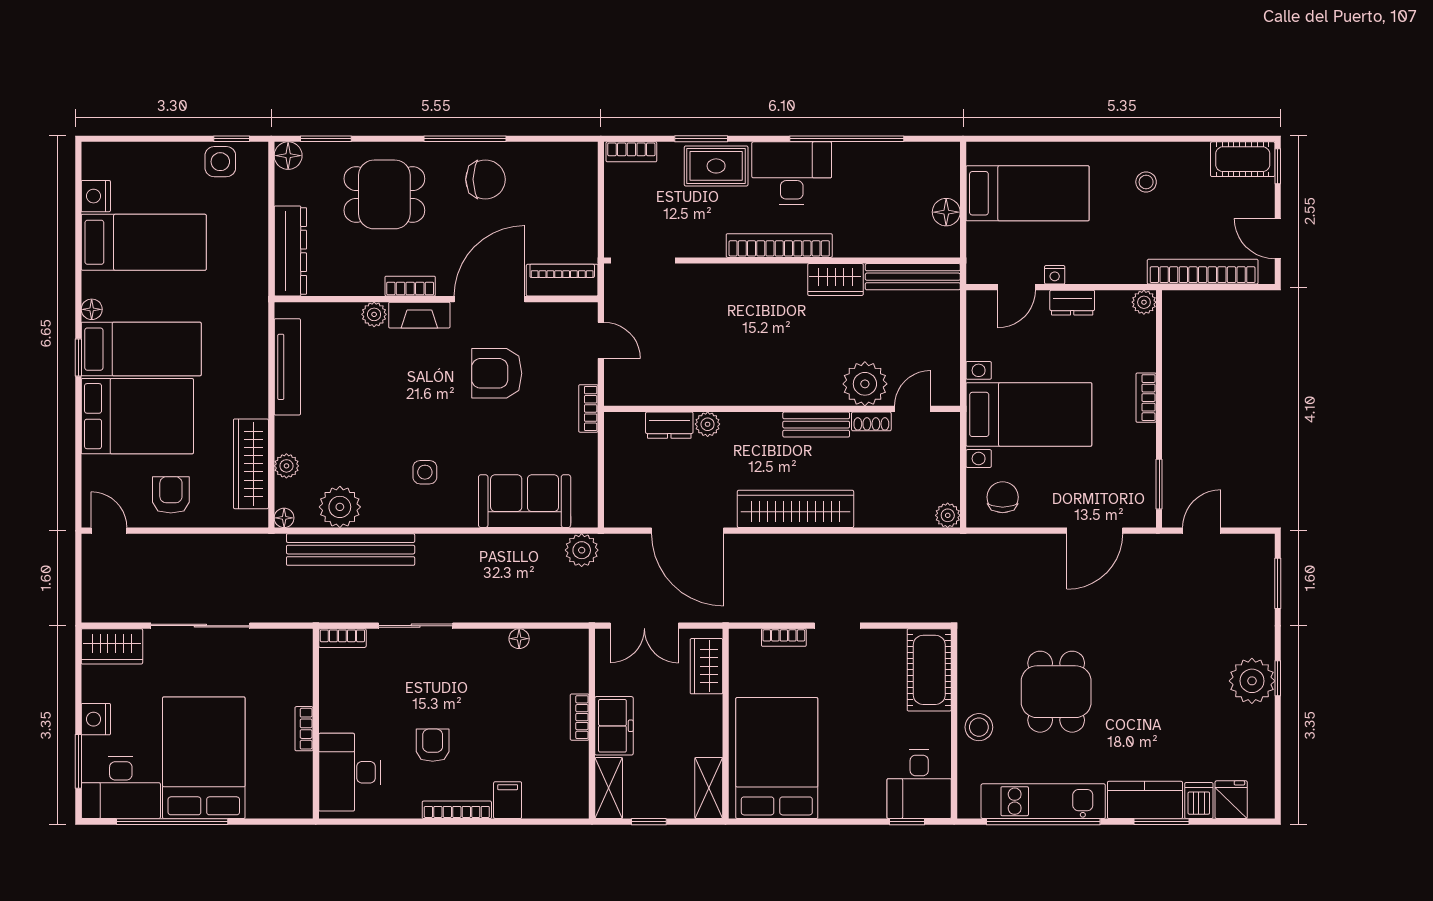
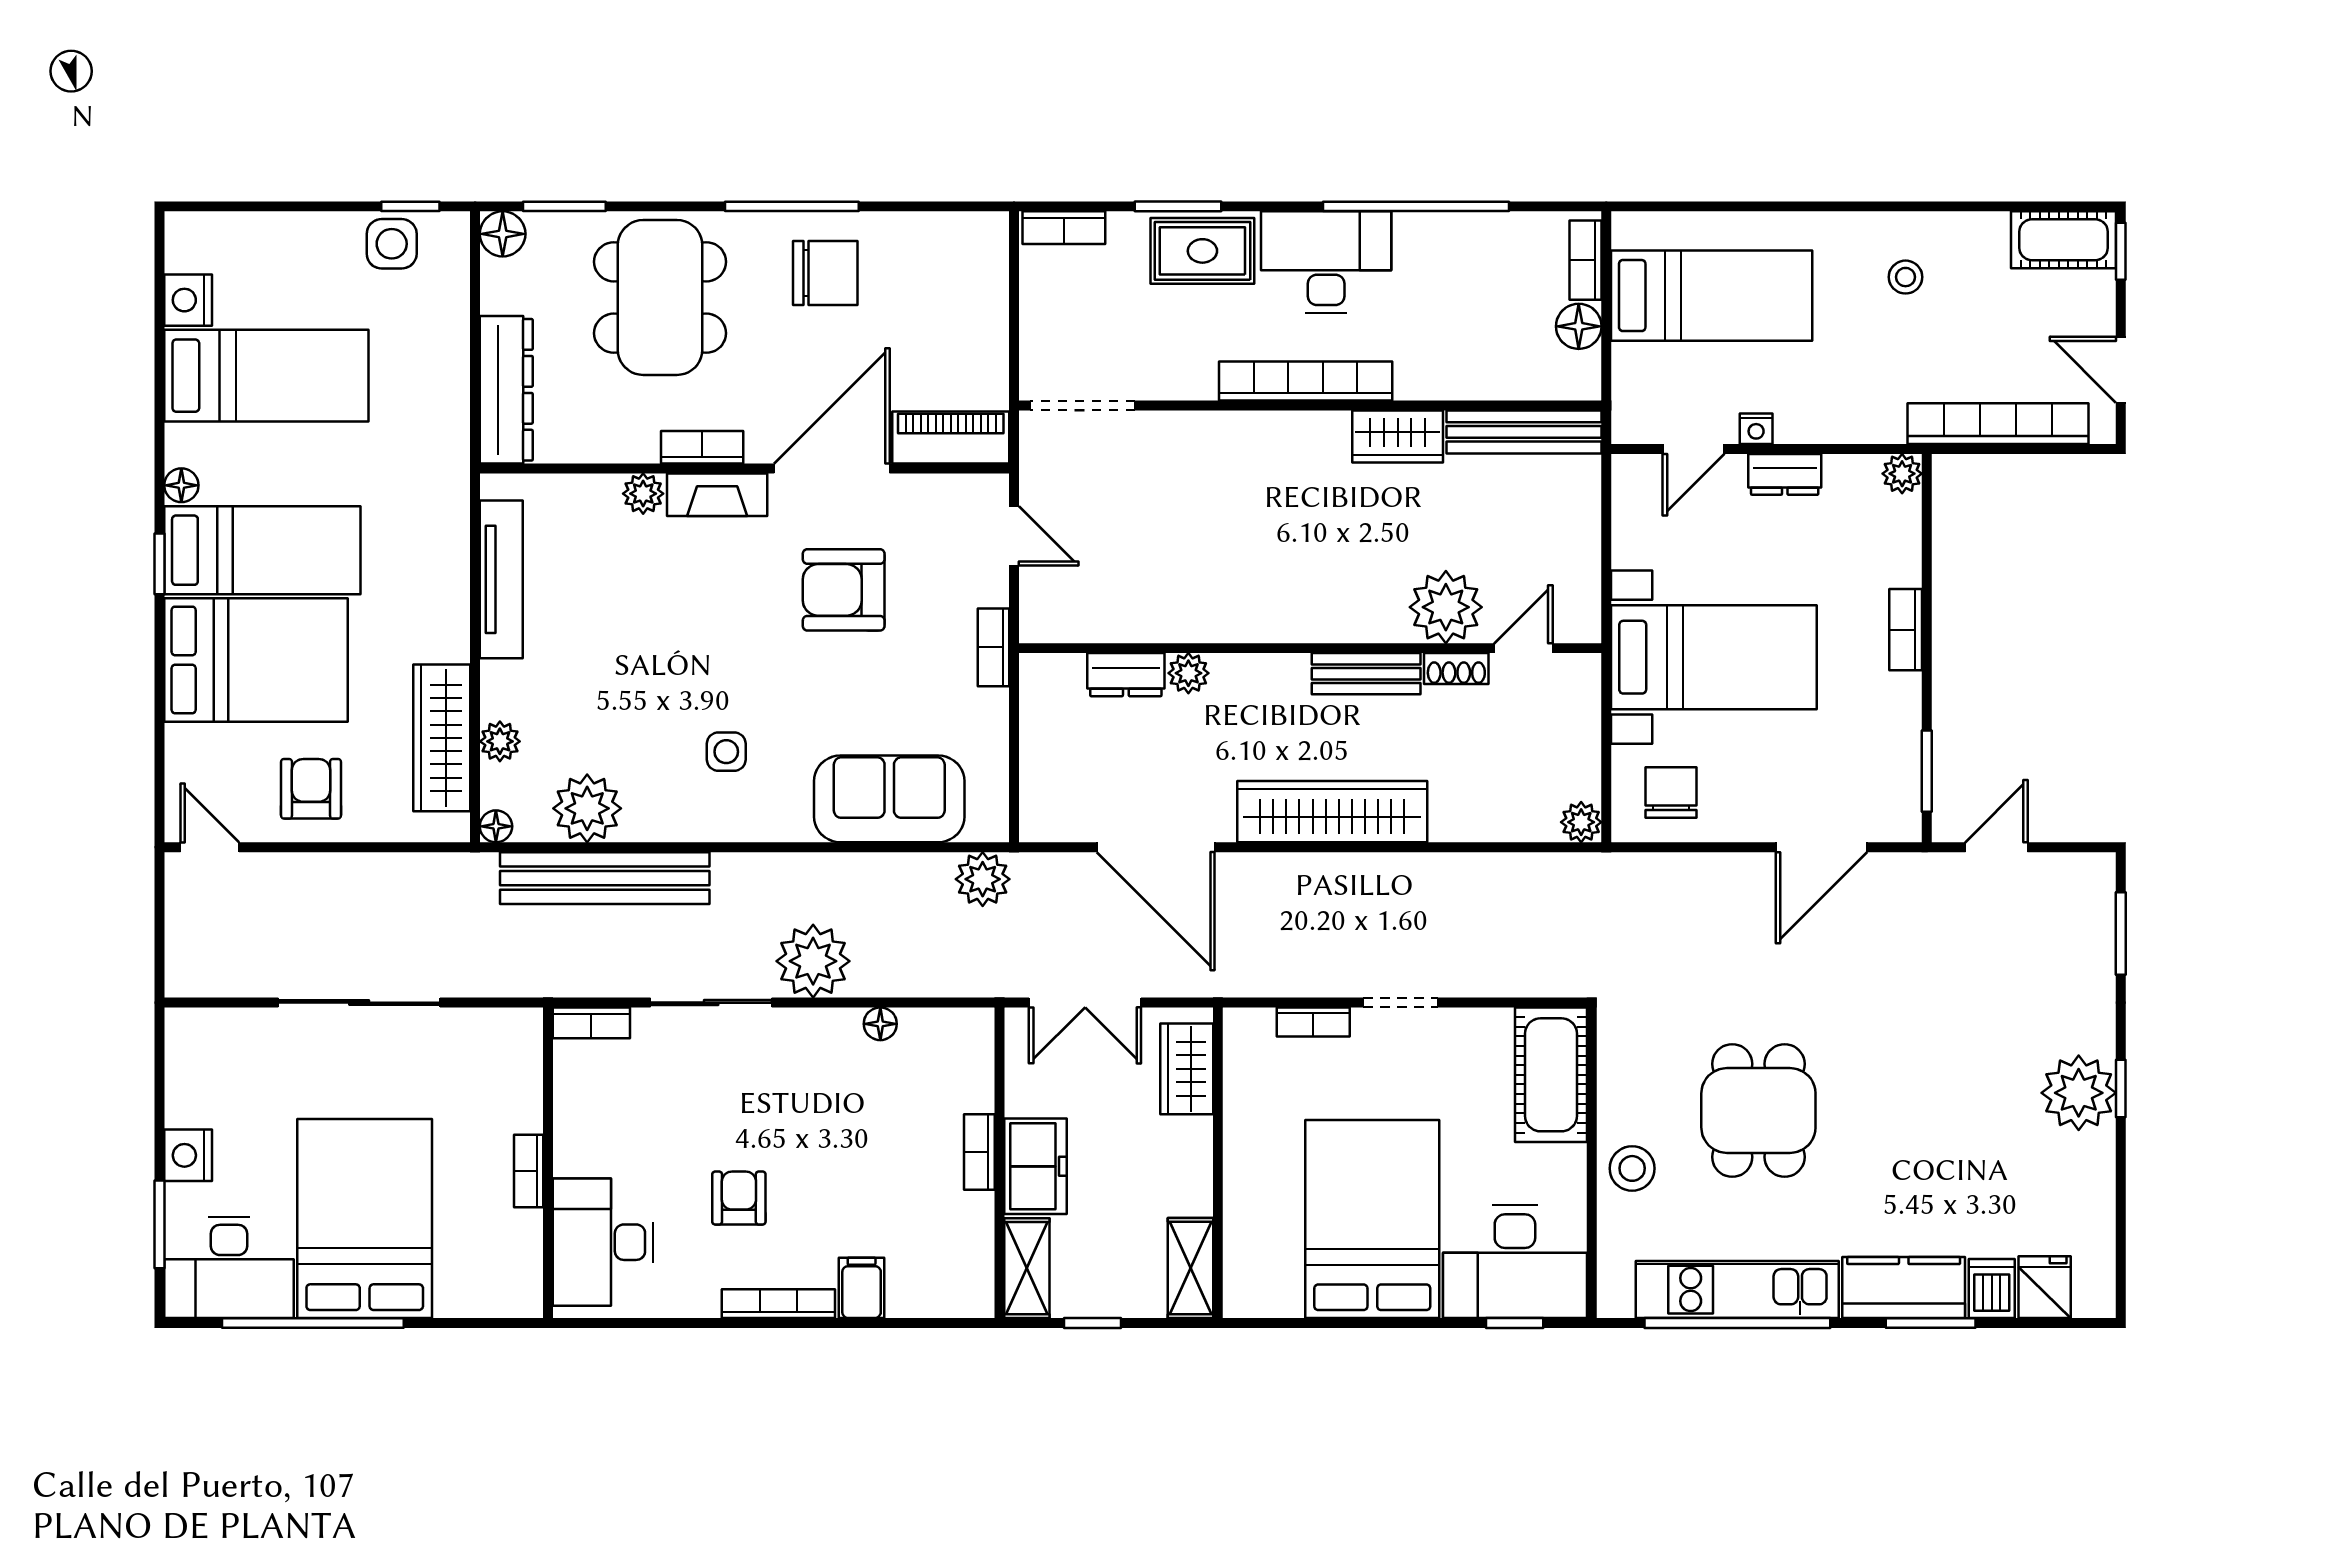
bookcase: (950, 172) -> (1585, 260), added
dining table: (384, 194) -> (660, 297), width x1.38
plant: (478, 600) -> (813, 961), added
wardrobe: (112, 646) -> (214, 1036), removed
bed: (777, 758) -> (1372, 1219), moved
desk: (919, 784) -> (1515, 1262), width x1.37

